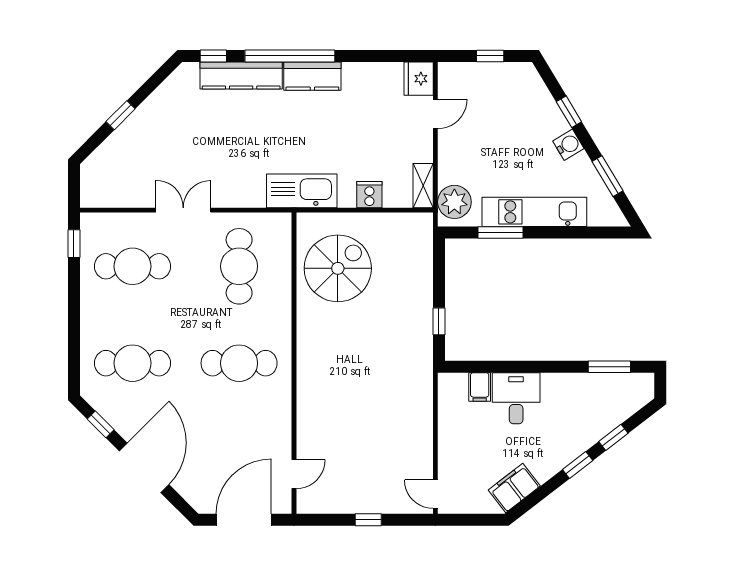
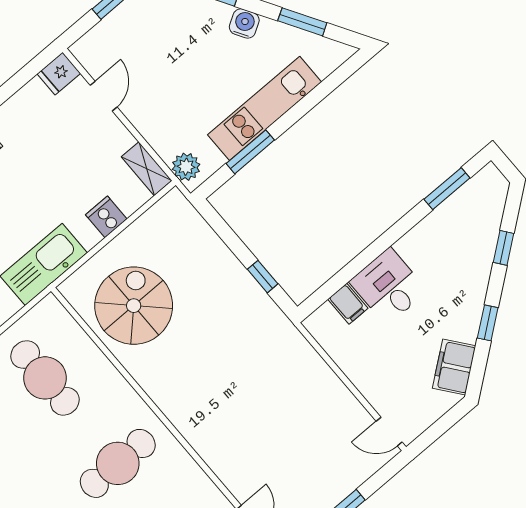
fridge: (419, 79) -> (59, 74), width x0.72
plant: (454, 202) -> (186, 167), width x0.73, depth x0.73
window: (578, 465) -> (488, 323), moved

